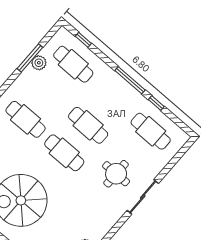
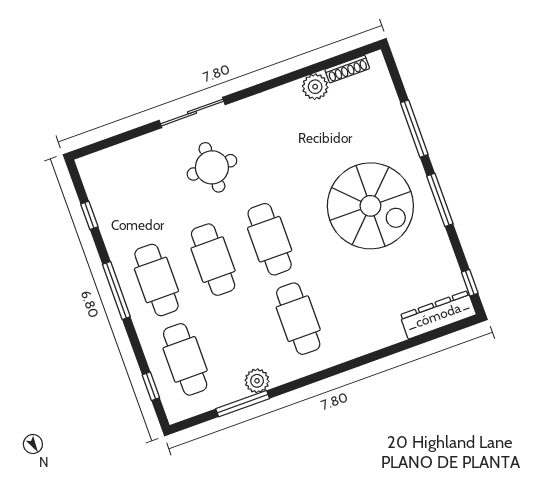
plant: (39, 63) -> (257, 381), moved
window: (156, 103) -> (89, 215), moved
cafe table: (151, 131) -> (156, 280), moved

